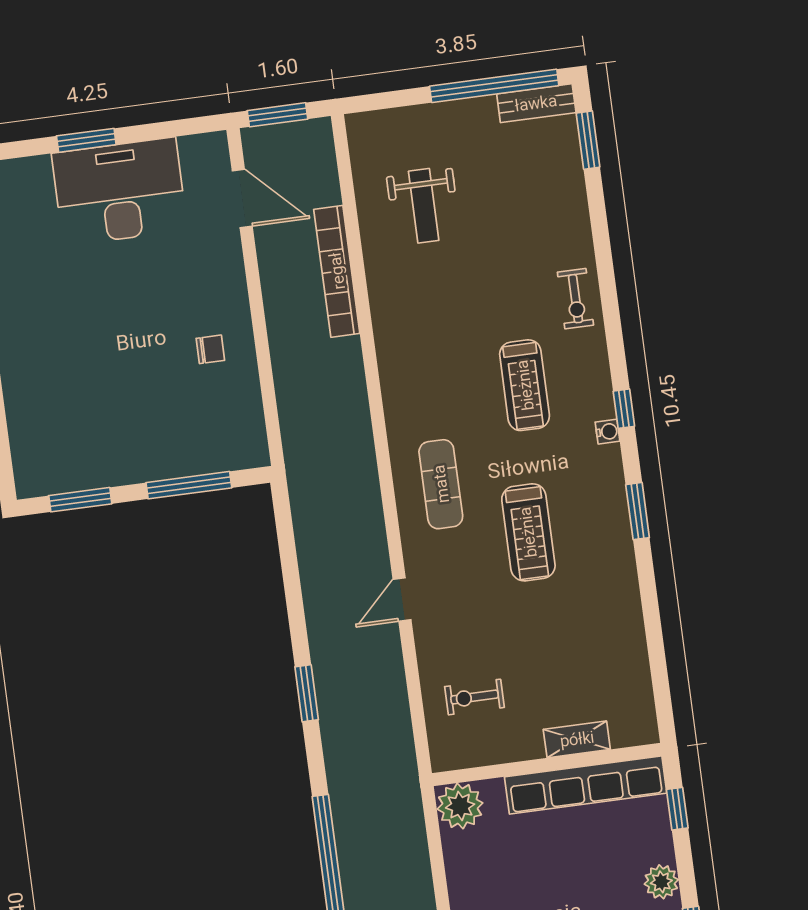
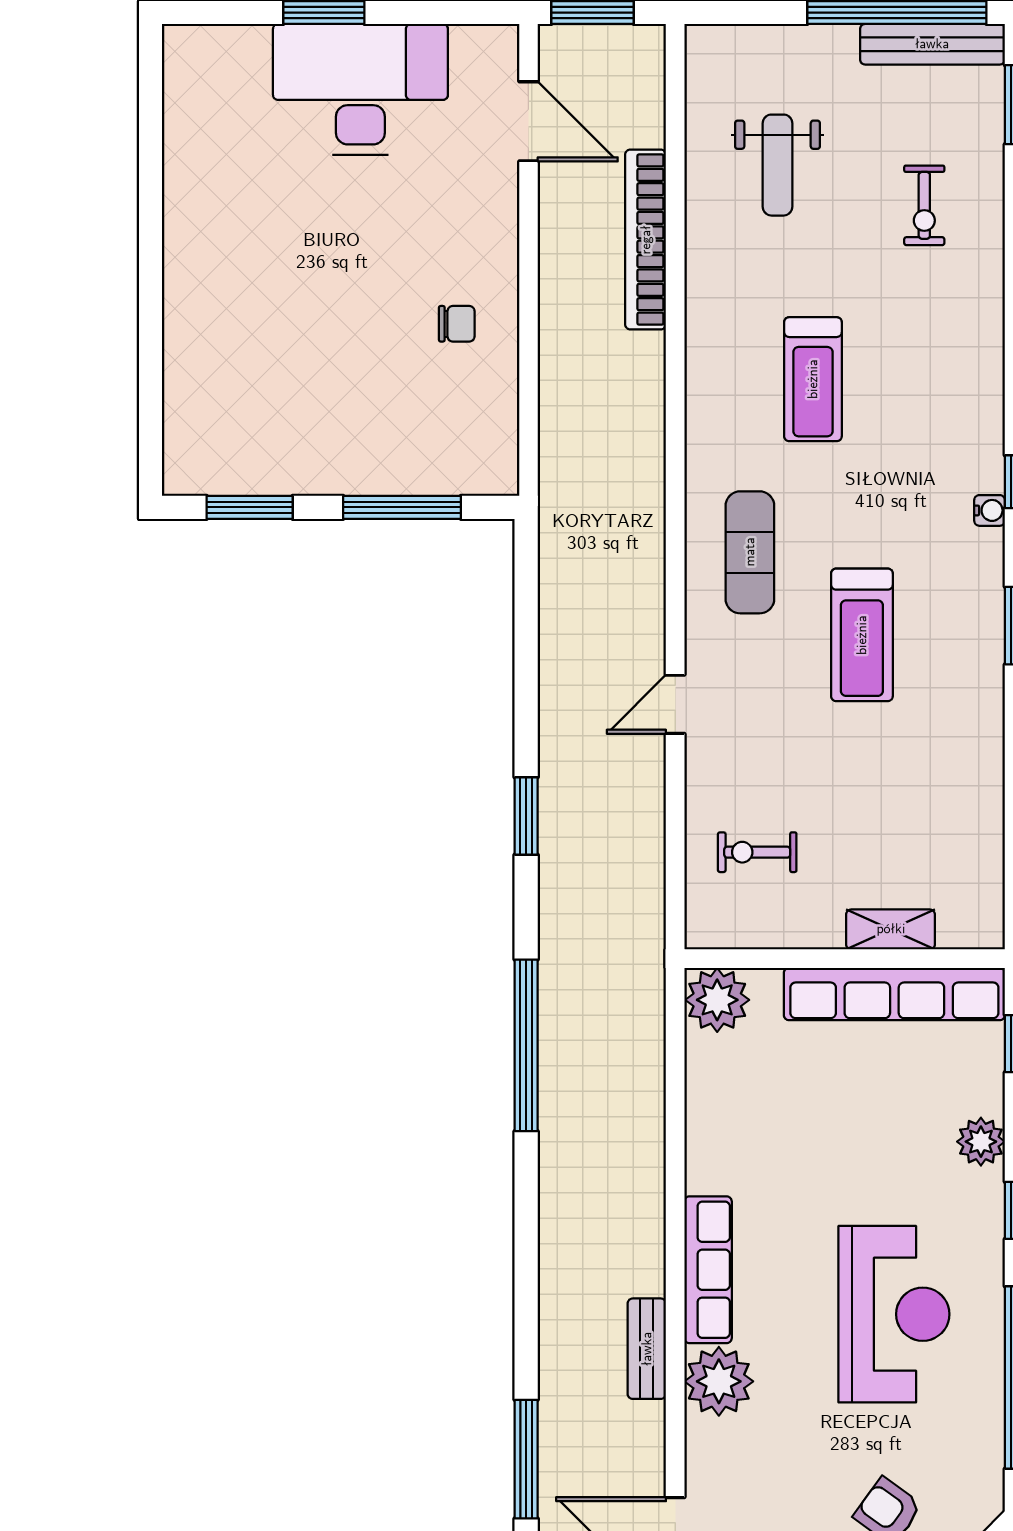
bench: (536, 103) -> (932, 44), width x1.36
exercise bike: (575, 299) -> (924, 205), moved
treadmill: (525, 385) -> (813, 379), moved

